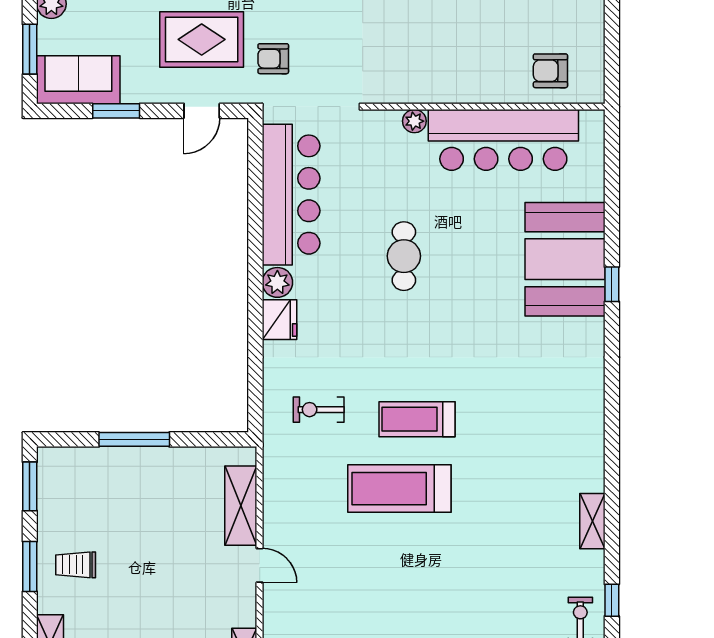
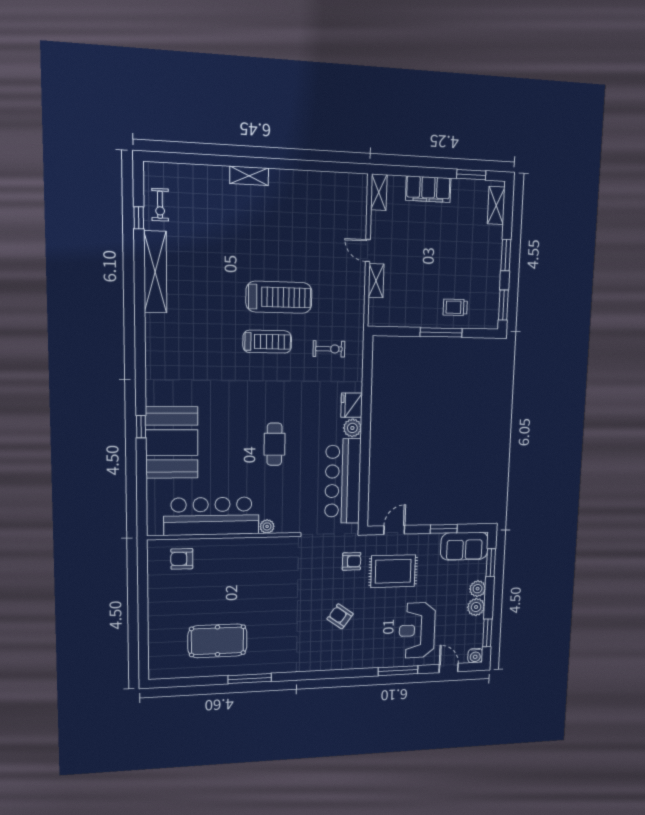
armchair: (550, 71) -> (182, 559), turned 180
shelving: (241, 506) -> (376, 281), width x0.67, depth x0.75
shelving: (592, 521) -> (155, 272), width x2.20, depth x1.33
trolley: (76, 565) -> (455, 307), moved, turned 180

